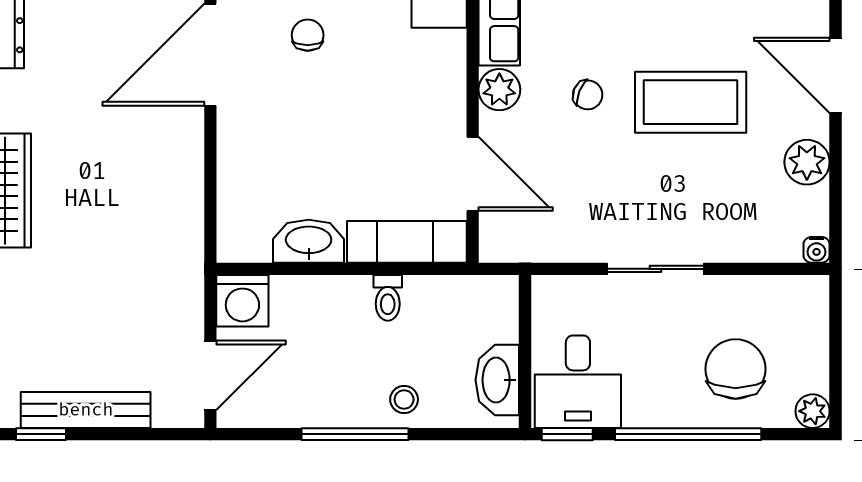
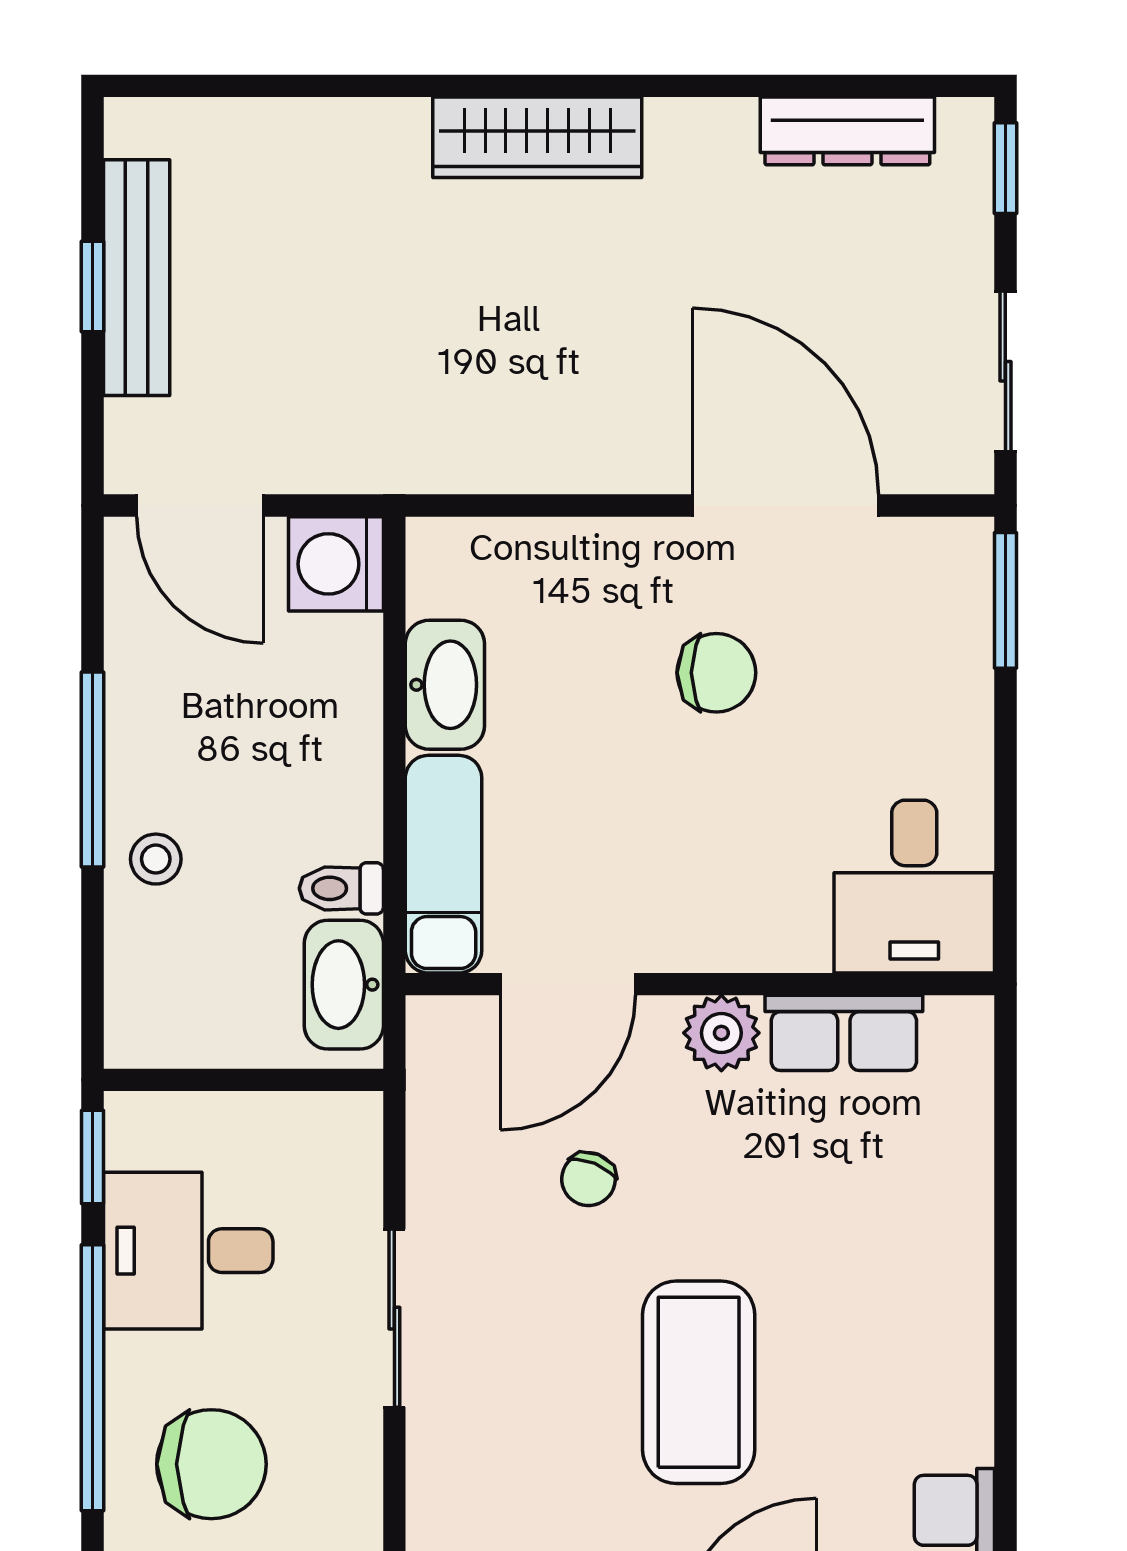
chair: (308, 35) -> (716, 673), moved, width x1.37, depth x1.37
chair: (588, 95) -> (589, 1179), moved
toilet: (388, 298) -> (341, 888), moved
washbasin: (497, 380) -> (344, 985), moved, turned -90
desk: (578, 382) -> (188, 1251), moved
window: (41, 434) -> (92, 286), moved

